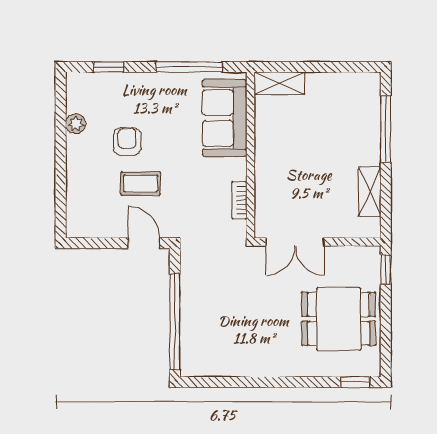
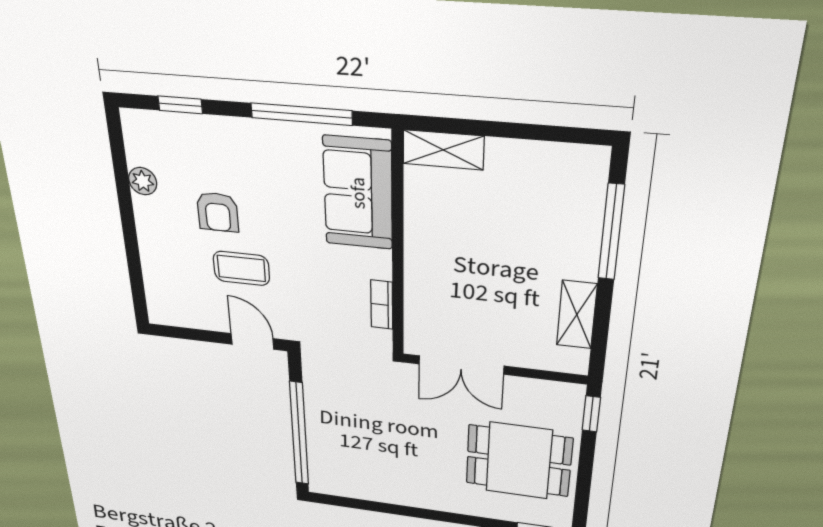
armchair: (127, 142) -> (218, 212), turned 180

